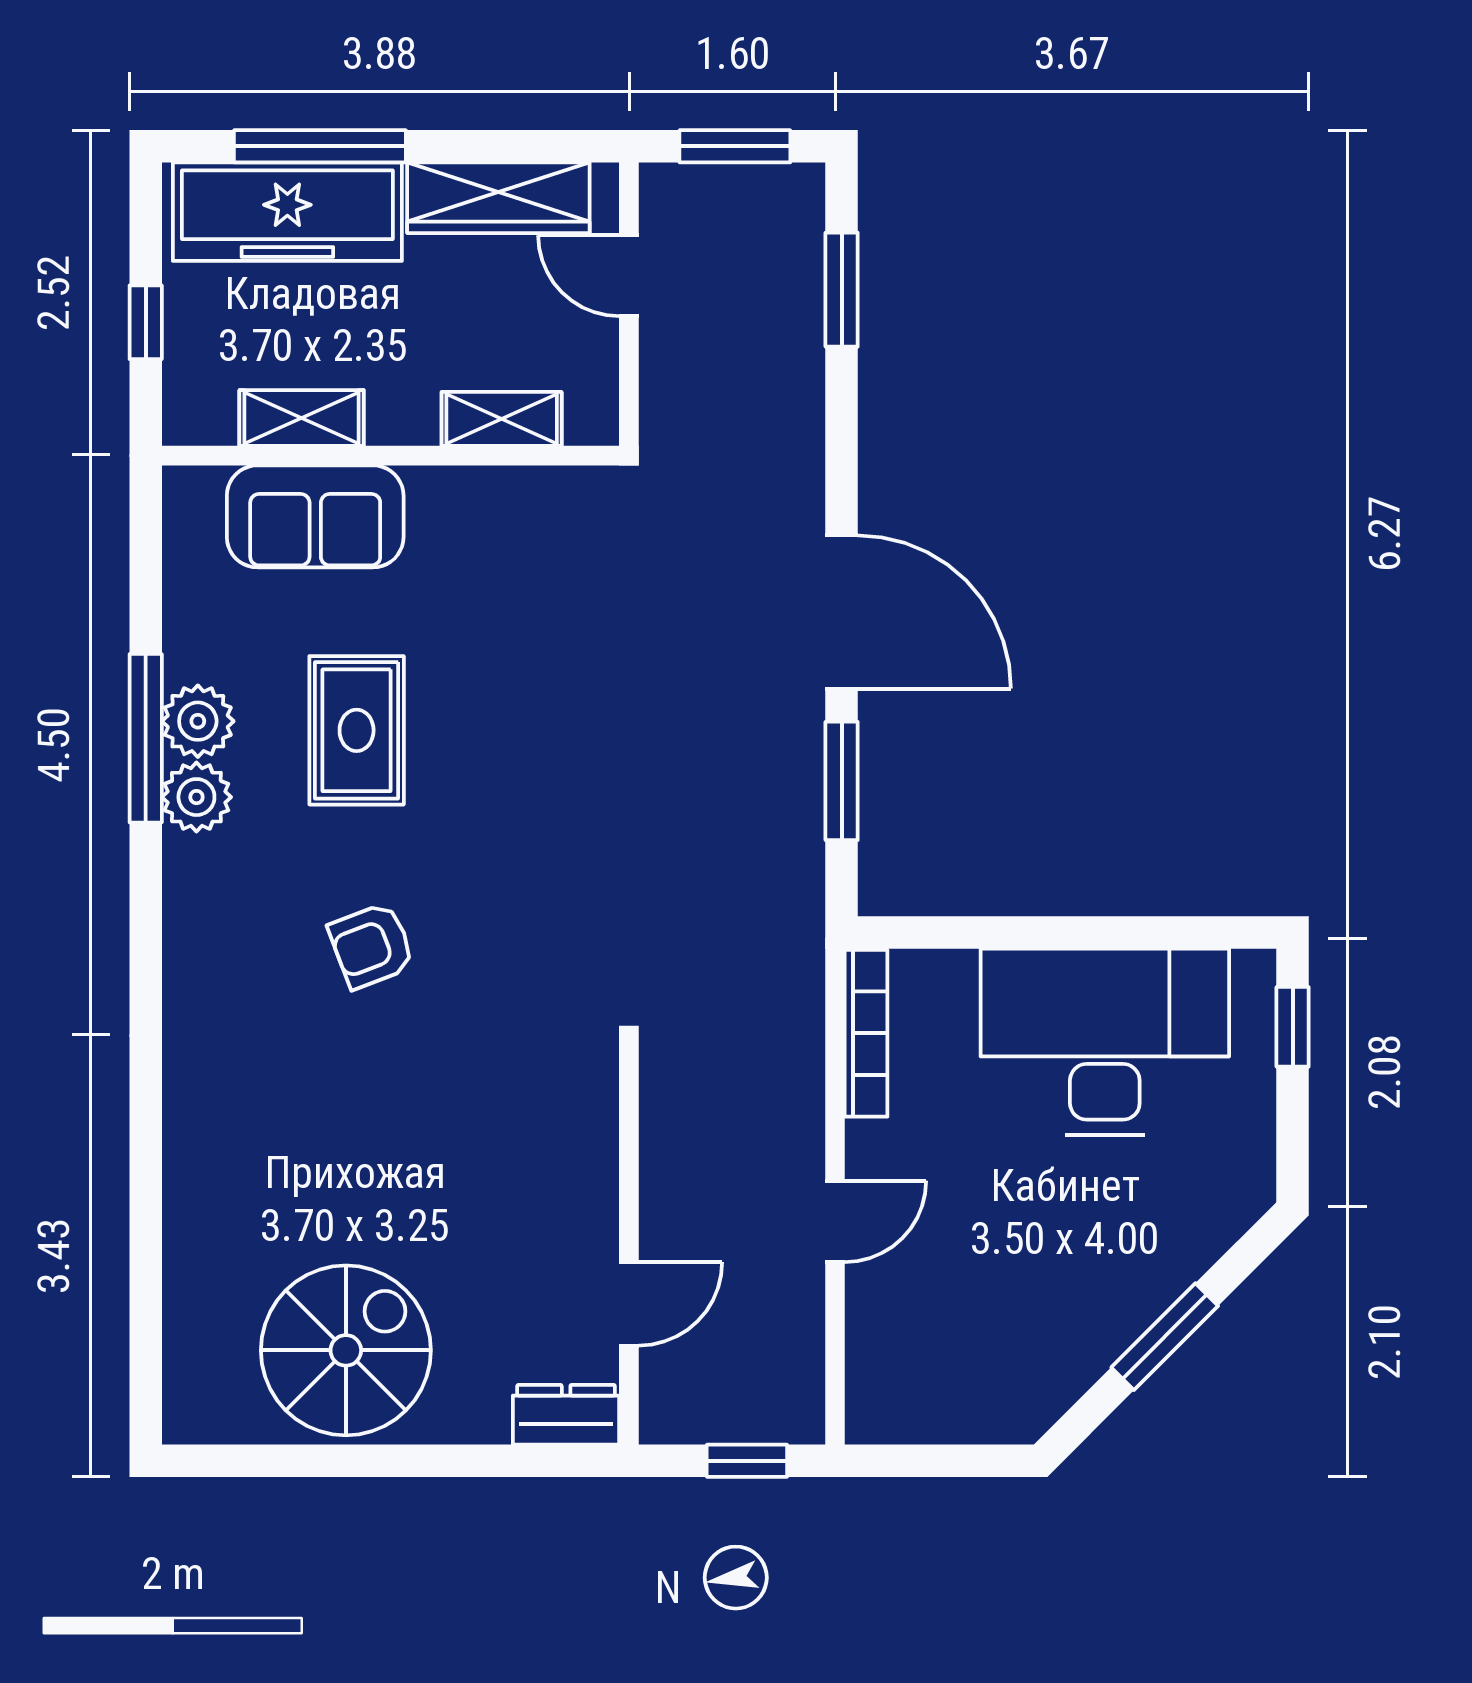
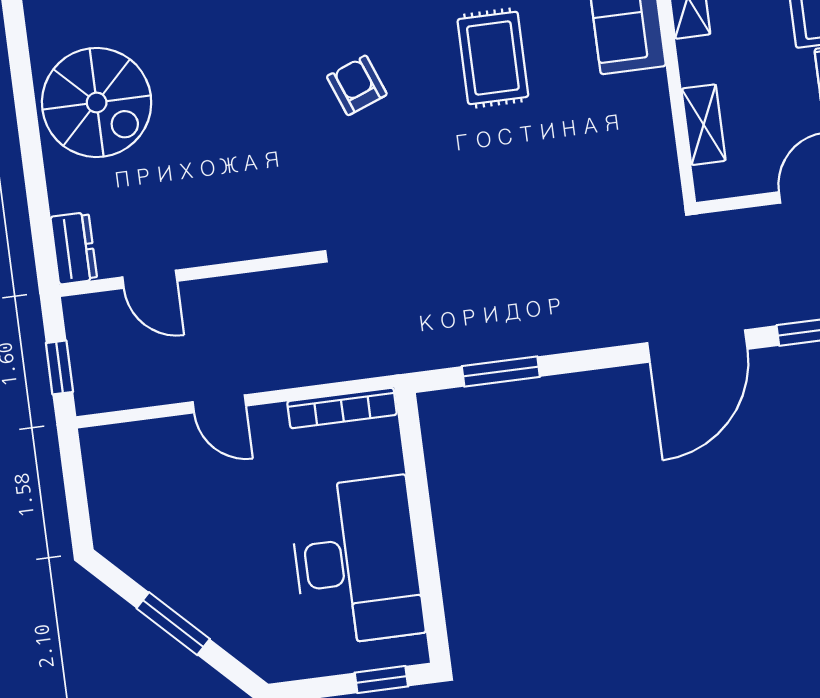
door: (842, 612) -> (697, 346), moved
rug: (357, 730) -> (493, 58), turned 90

